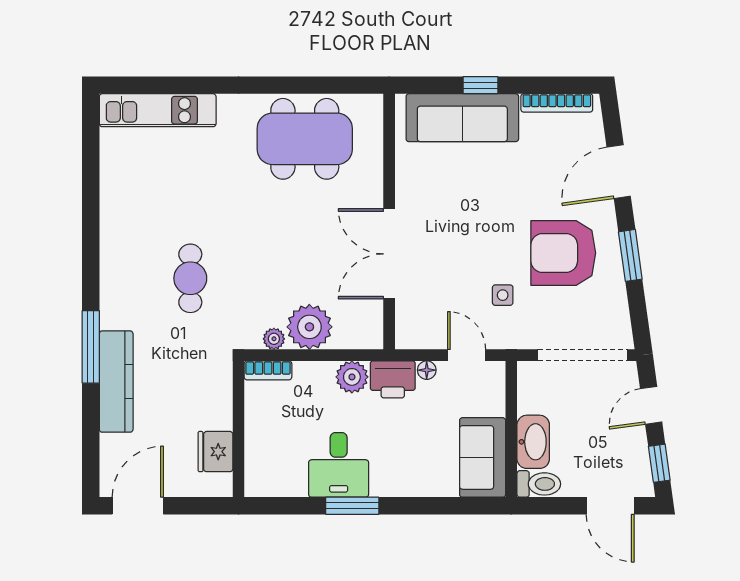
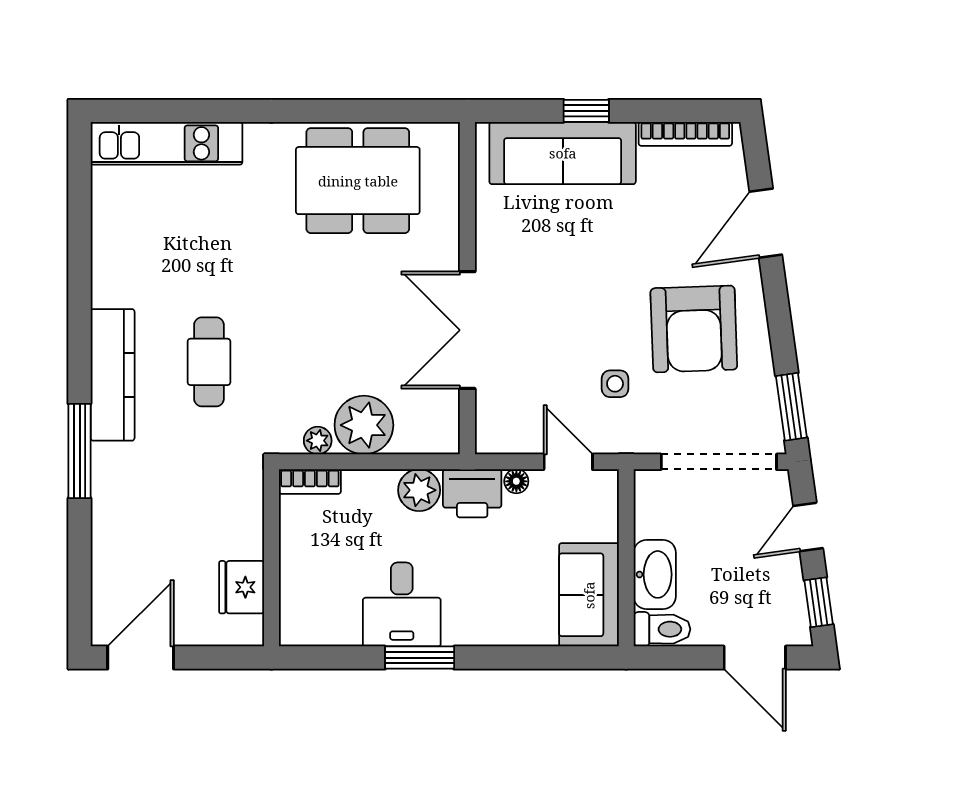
armchair: (563, 253) -> (694, 329), turned -92
window: (630, 255) -> (791, 407), moved
kitchen counter: (116, 382) -> (113, 375), moved

